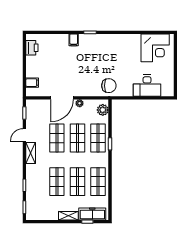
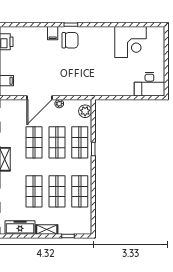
corner desk: (155, 48) -> (131, 42), moved
chair: (109, 86) -> (70, 40), moved
desk: (147, 86) -> (149, 84), moved
freezer: (92, 214) -> (20, 227), moved

